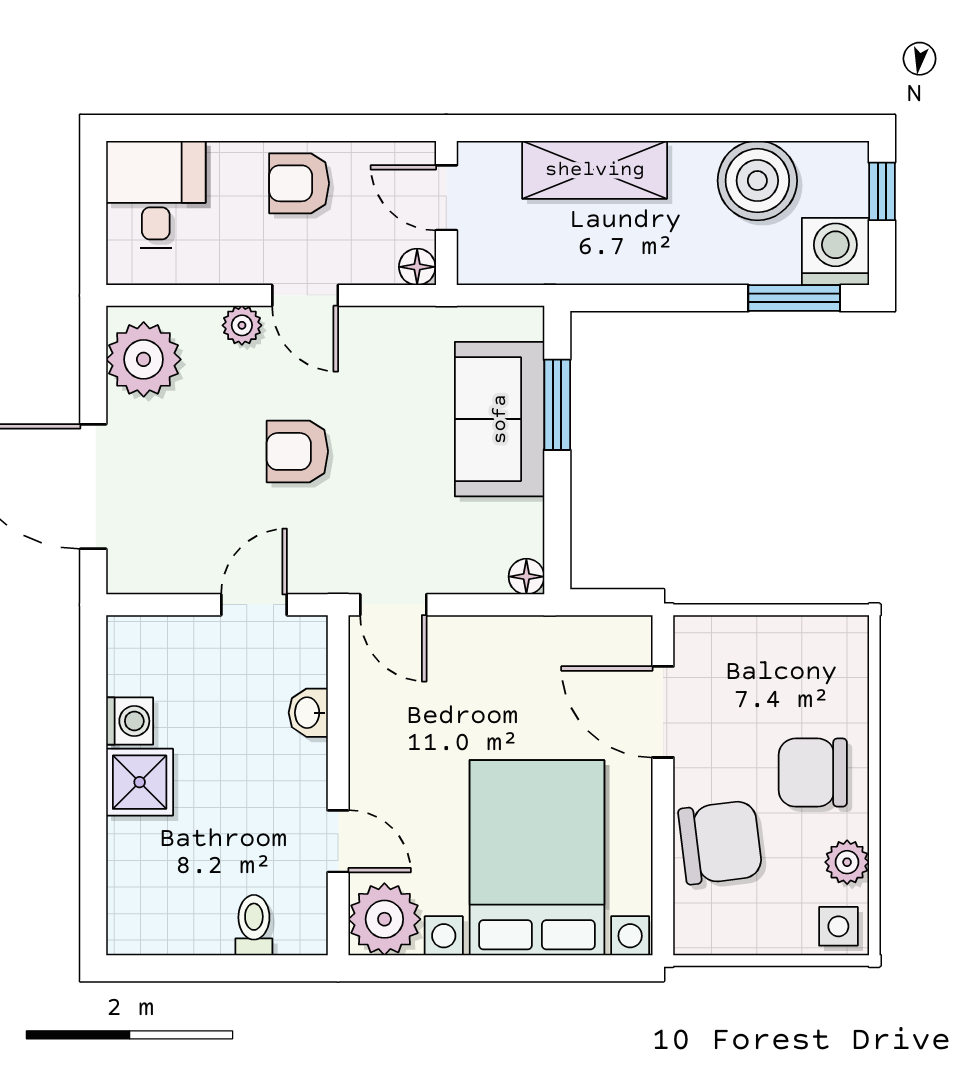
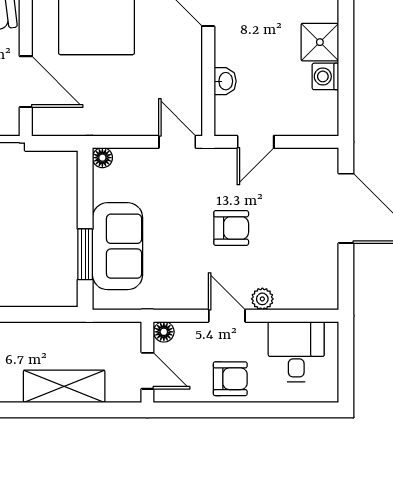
desk: (156, 194) -> (296, 352), moved, turned 180
plant: (144, 359) -> (318, 280), removed

